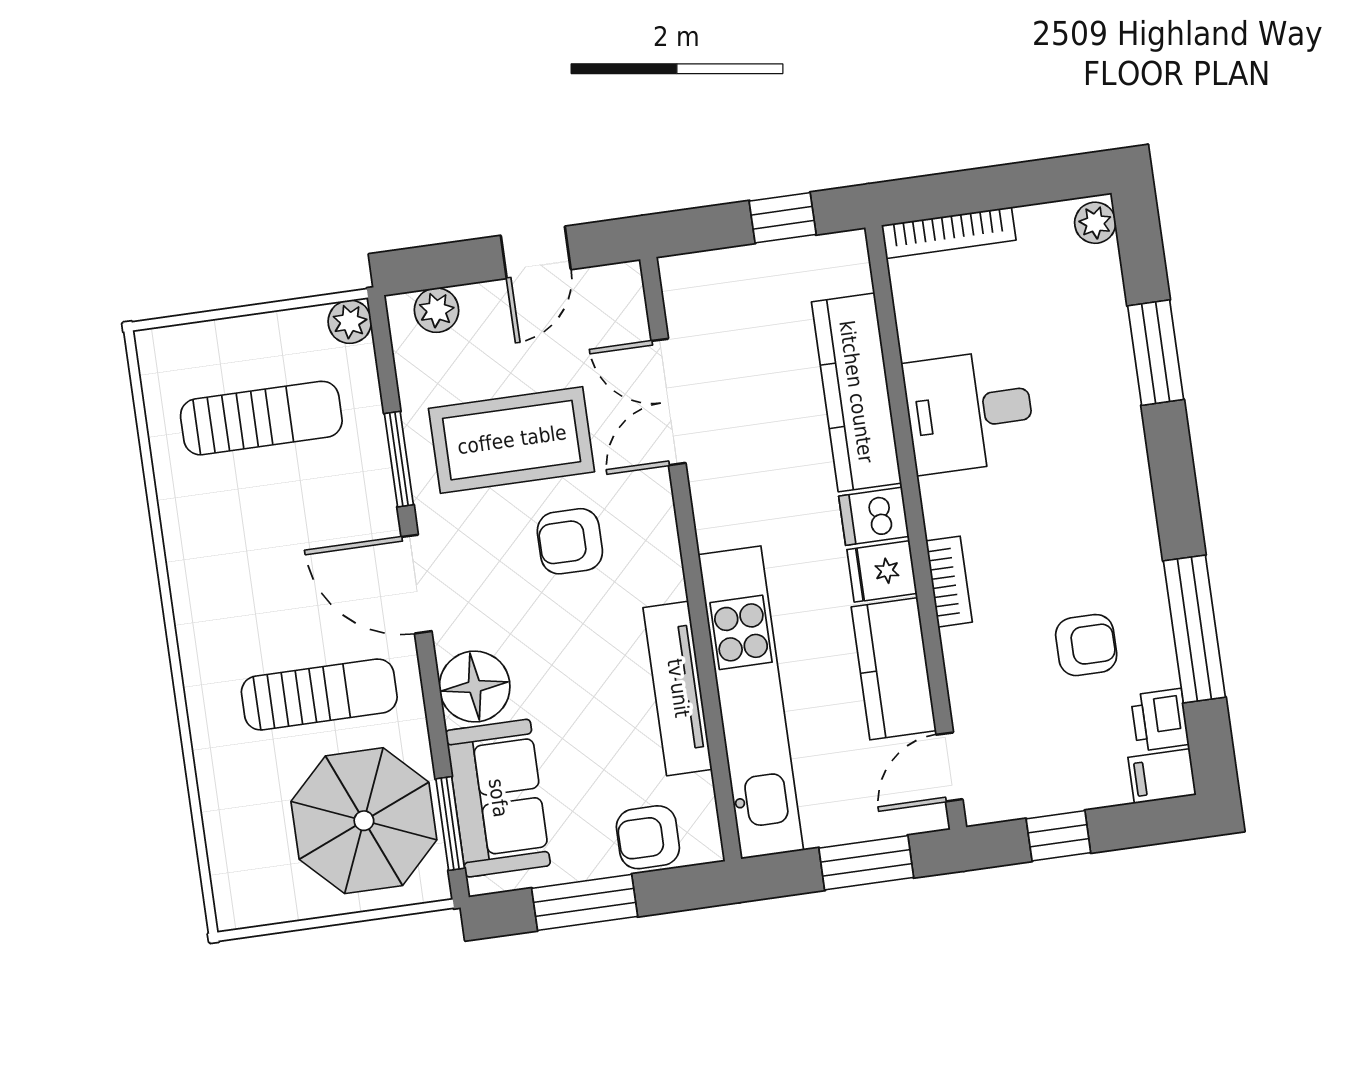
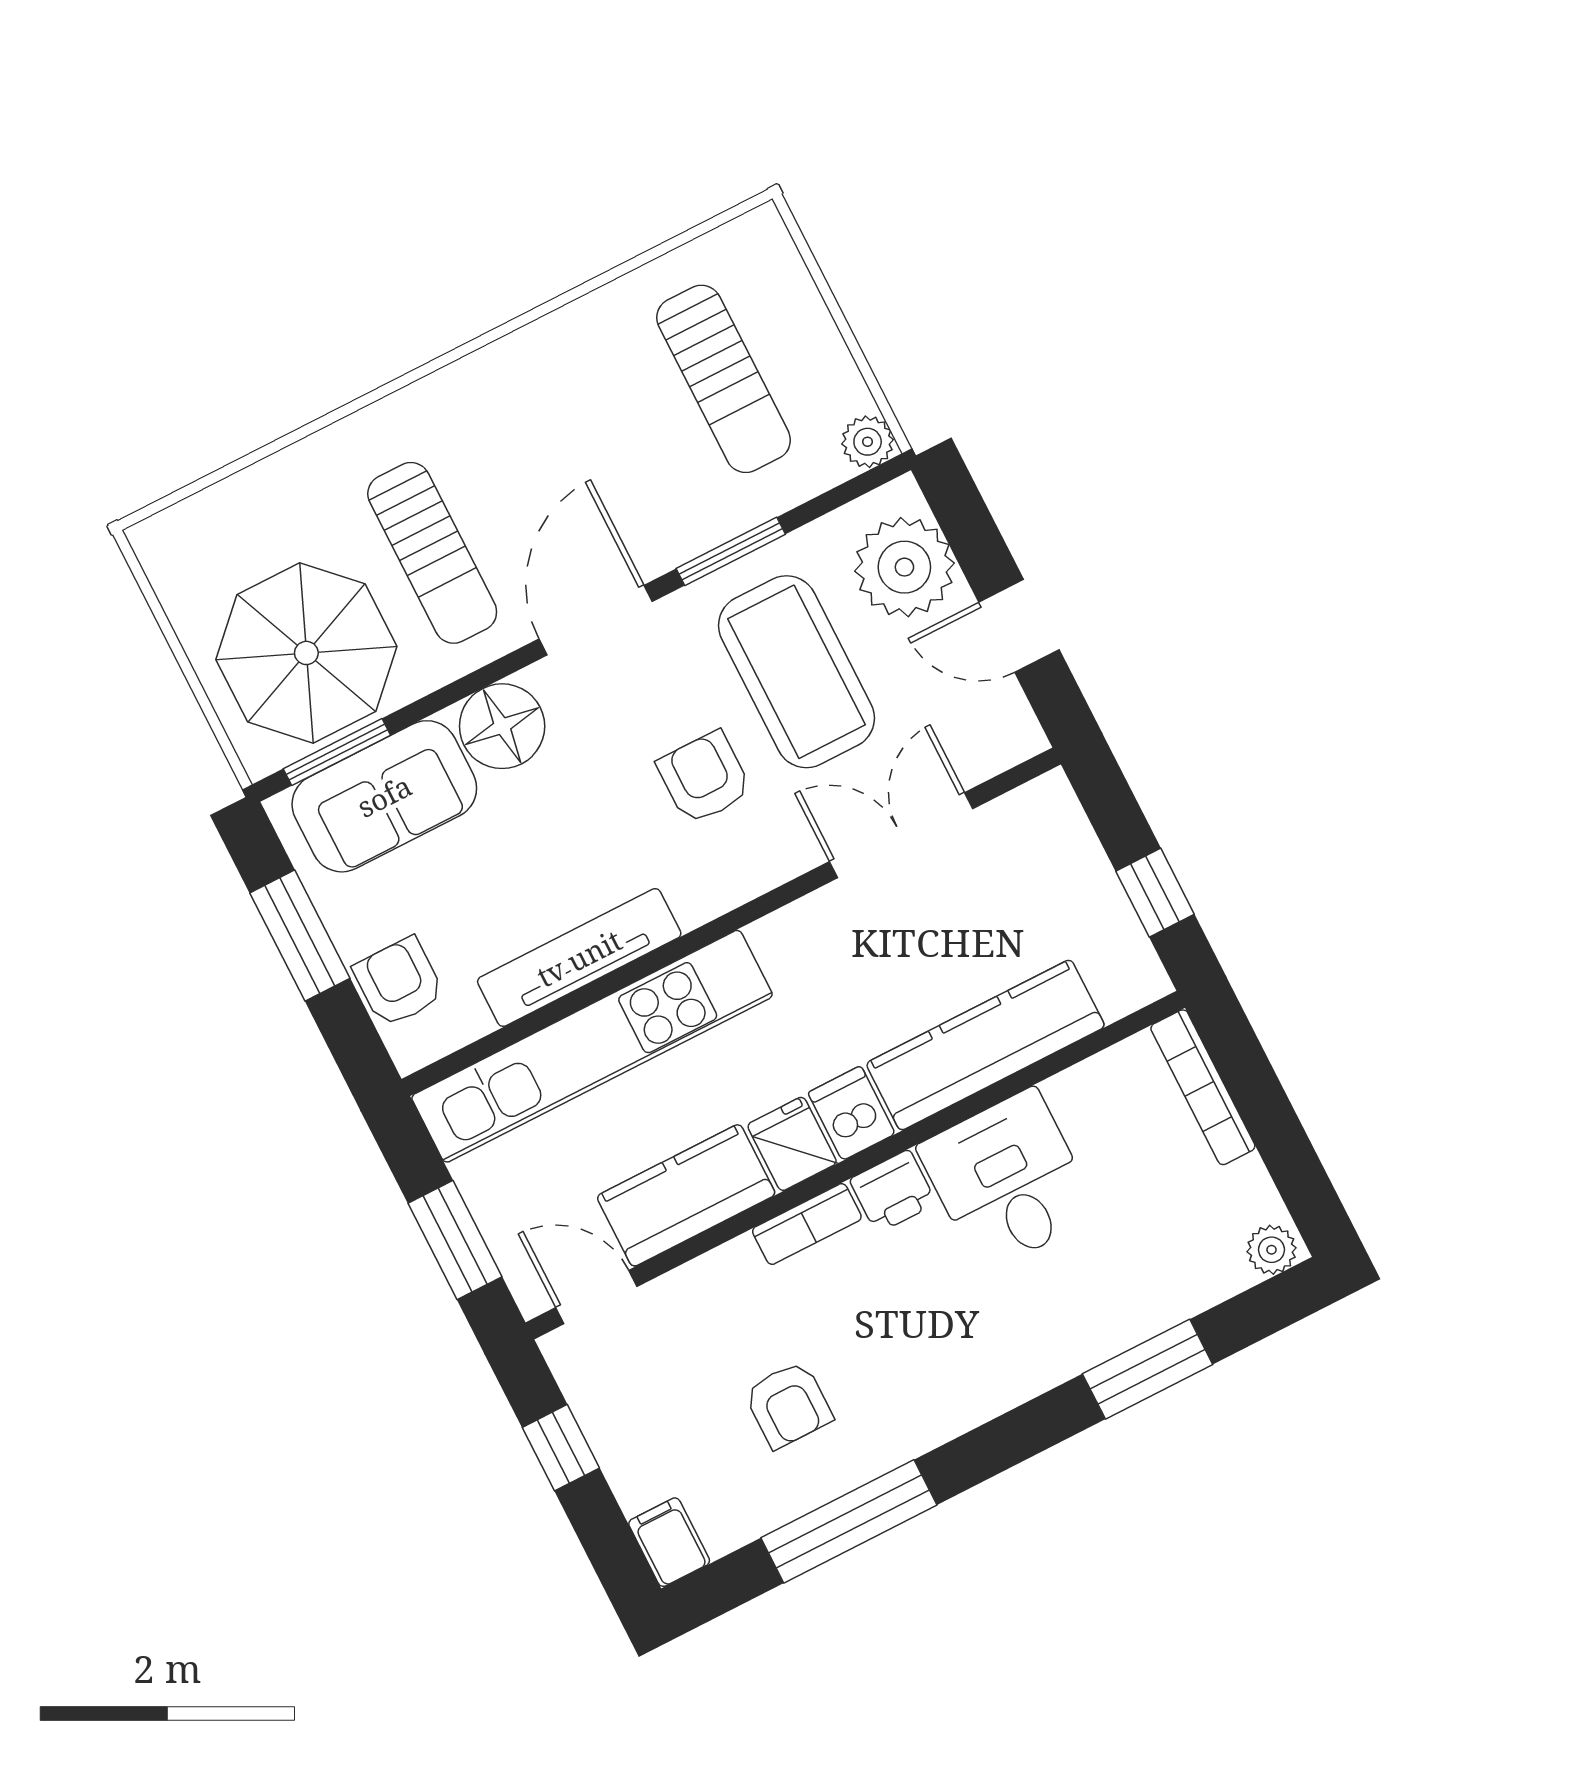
plant: (436, 310) -> (904, 567), width x1.88, depth x1.88
printer: (1160, 720) -> (893, 1191), moved, turned 180

